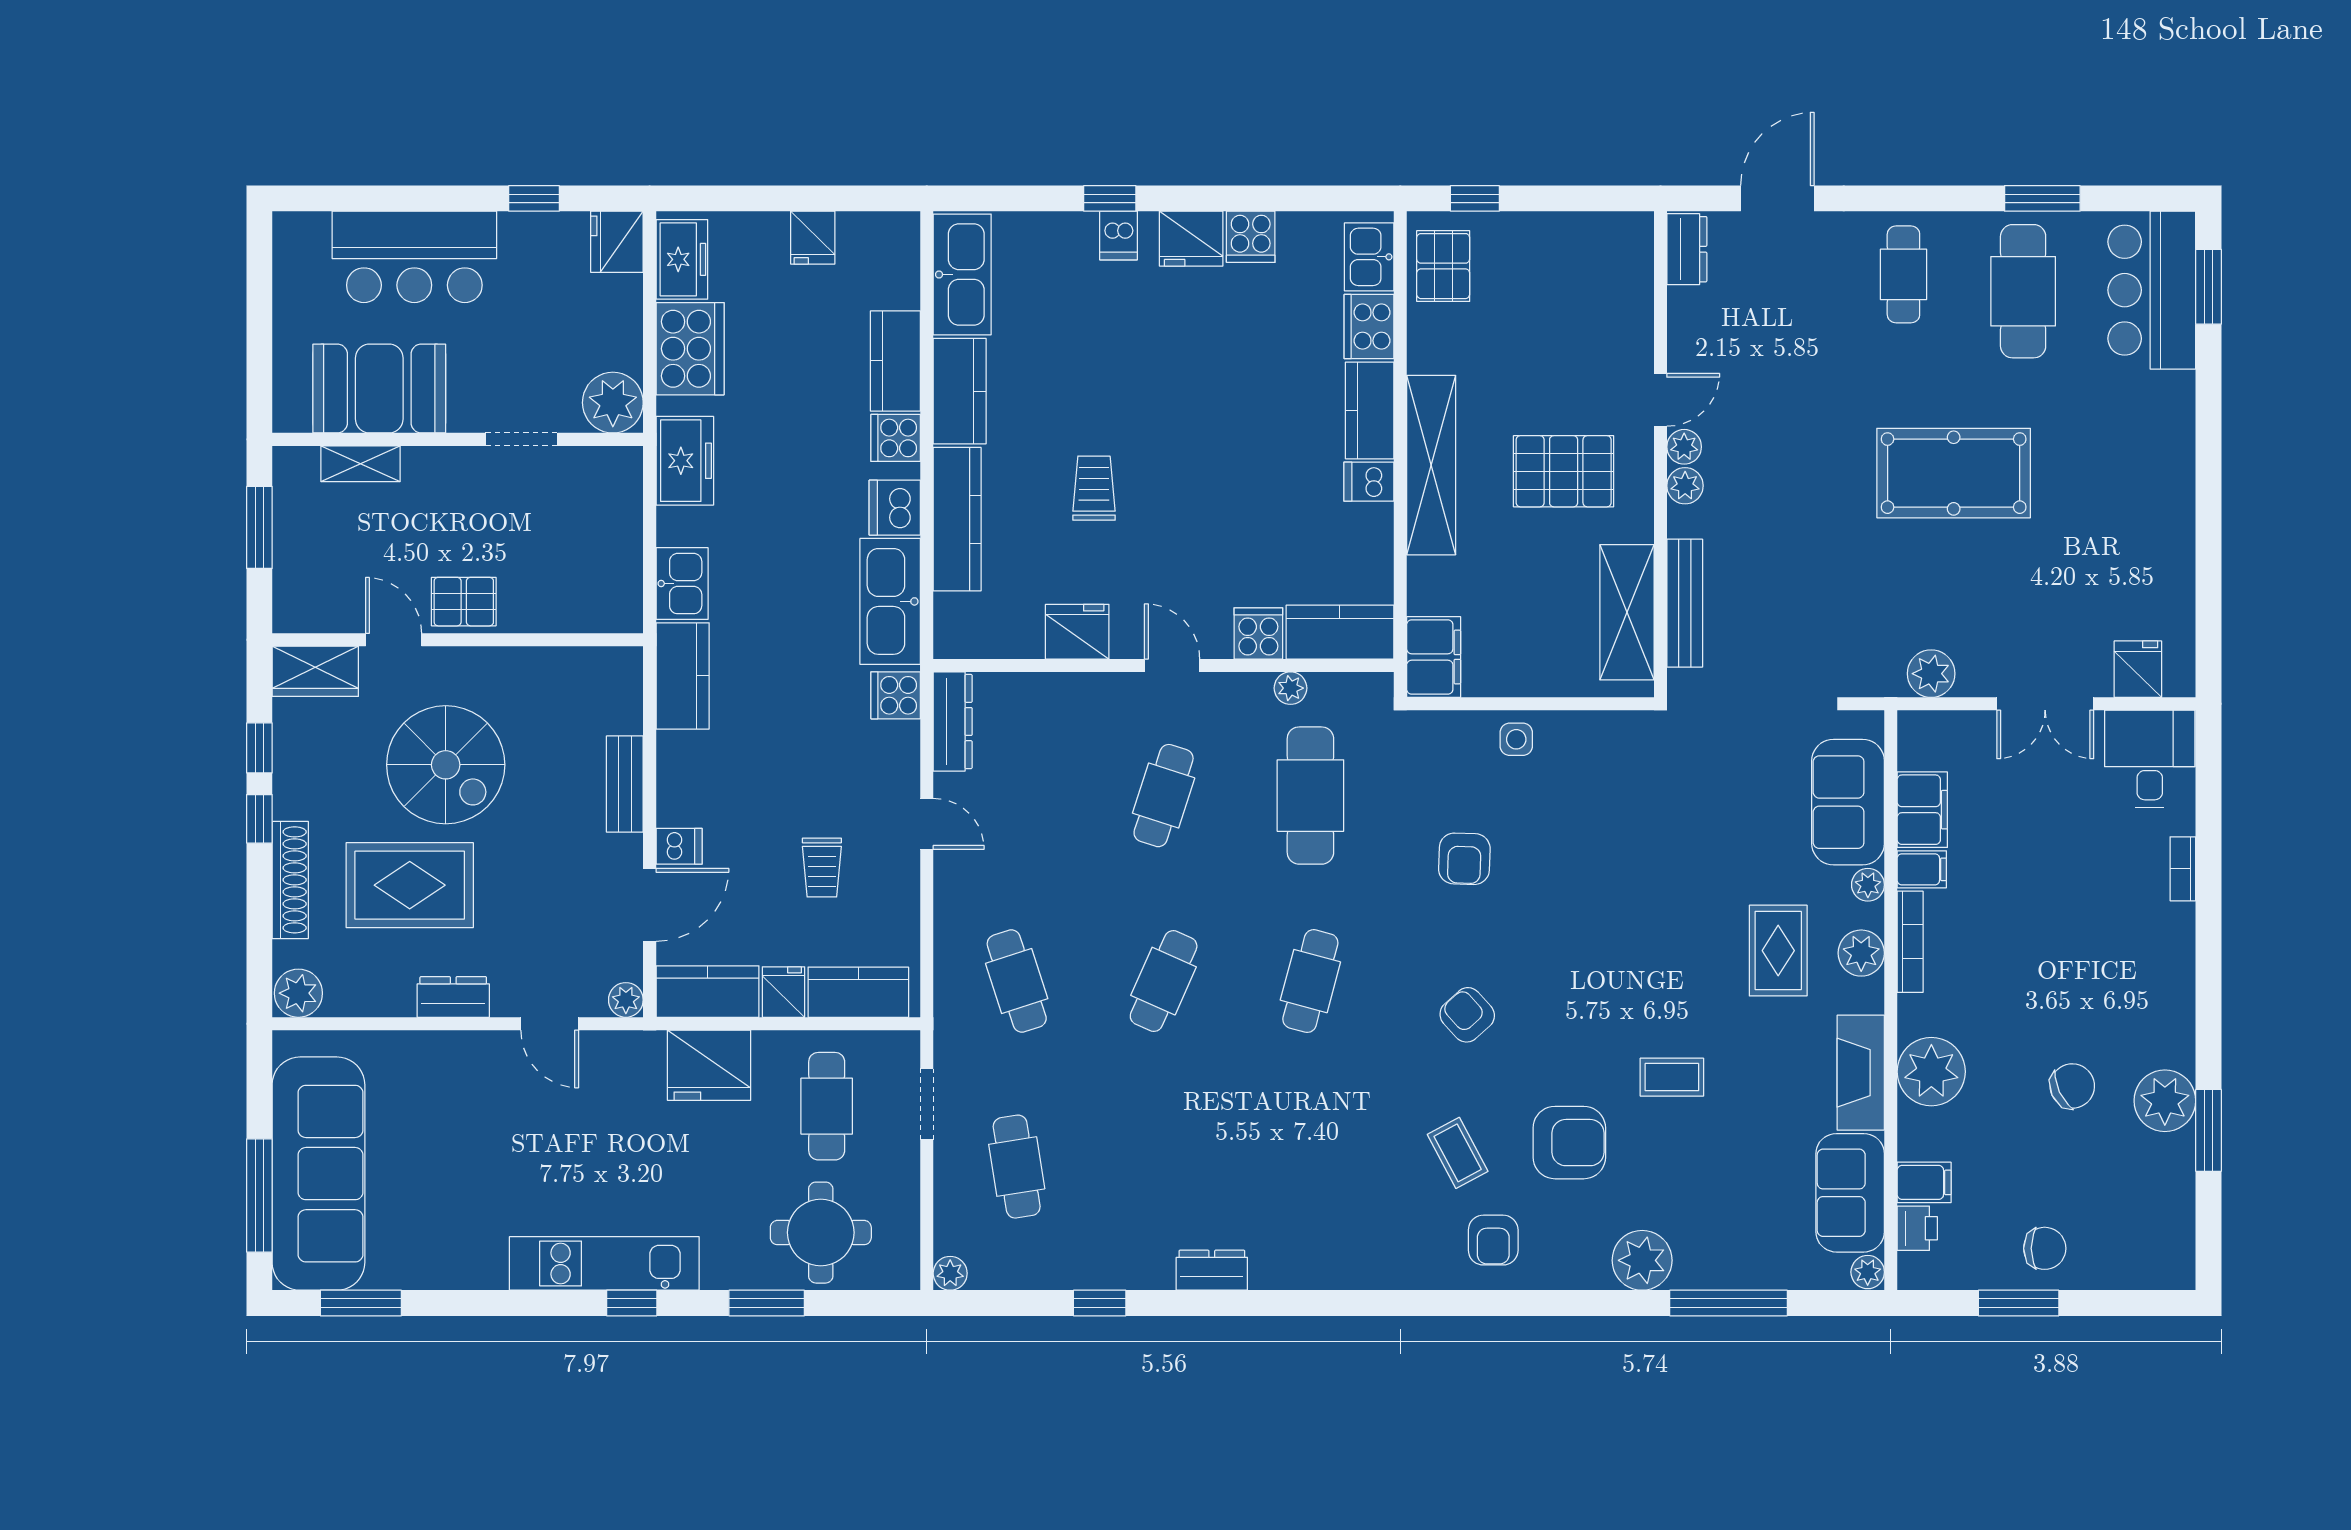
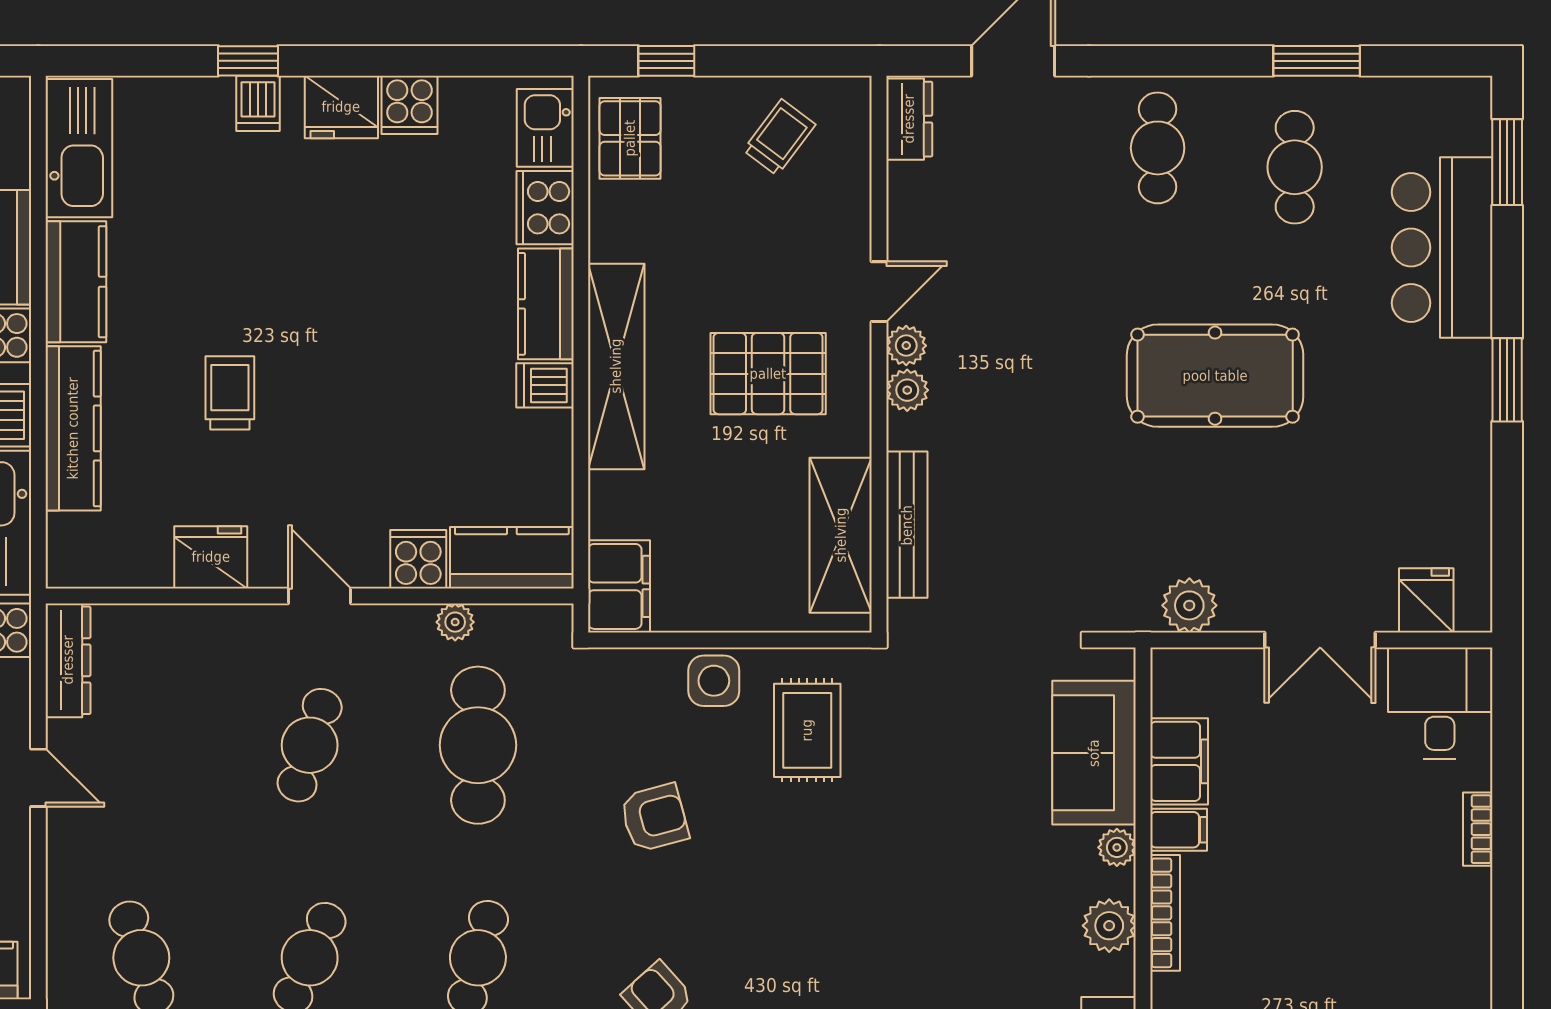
trolley: (1573, 265) -> (779, 137), added
bar counter: (2152, 290) -> (1442, 248), moved
cafe table: (2023, 291) -> (1295, 167), width x0.73, depth x0.74
window: (2208, 477) -> (1507, 380), added
side table: (1516, 739) -> (714, 681), width x1.37, depth x1.37
armchair: (1464, 859) -> (654, 818), turned -107
rug: (1778, 951) -> (807, 730), moved

